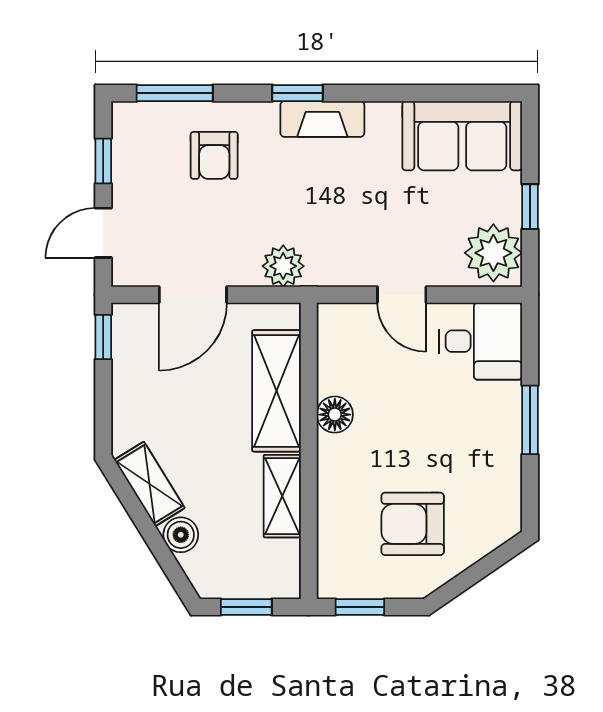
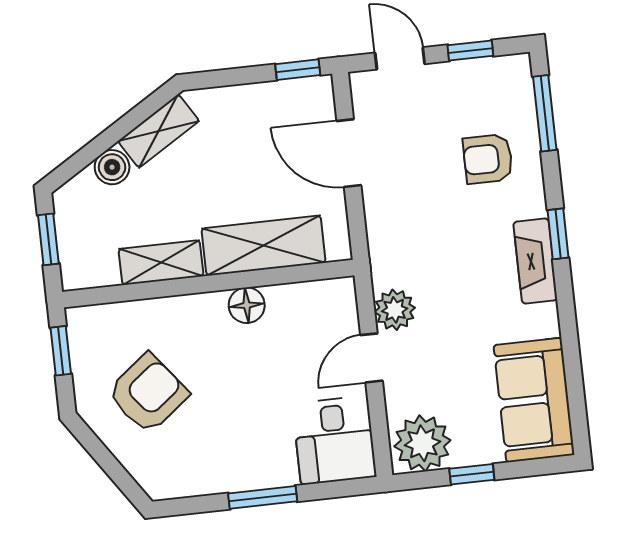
plant: (283, 266) -> (395, 310), moved
armchair: (413, 524) -> (148, 393), turned 52

